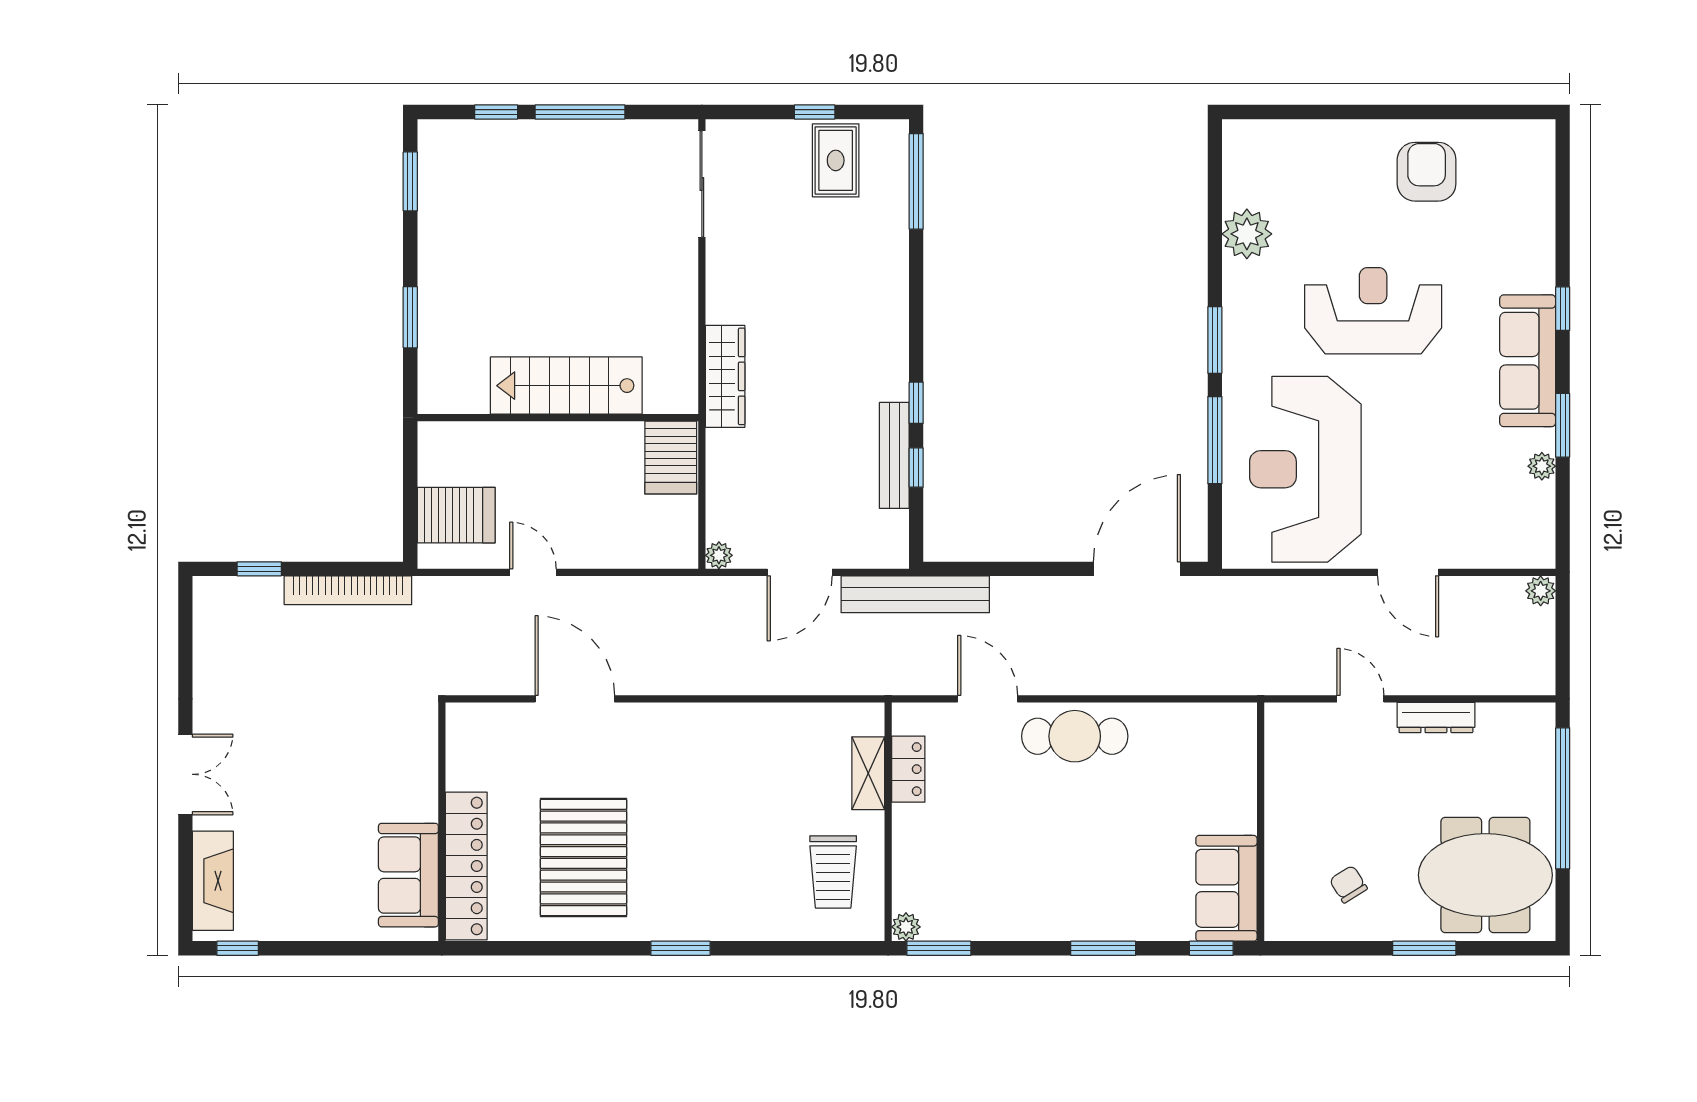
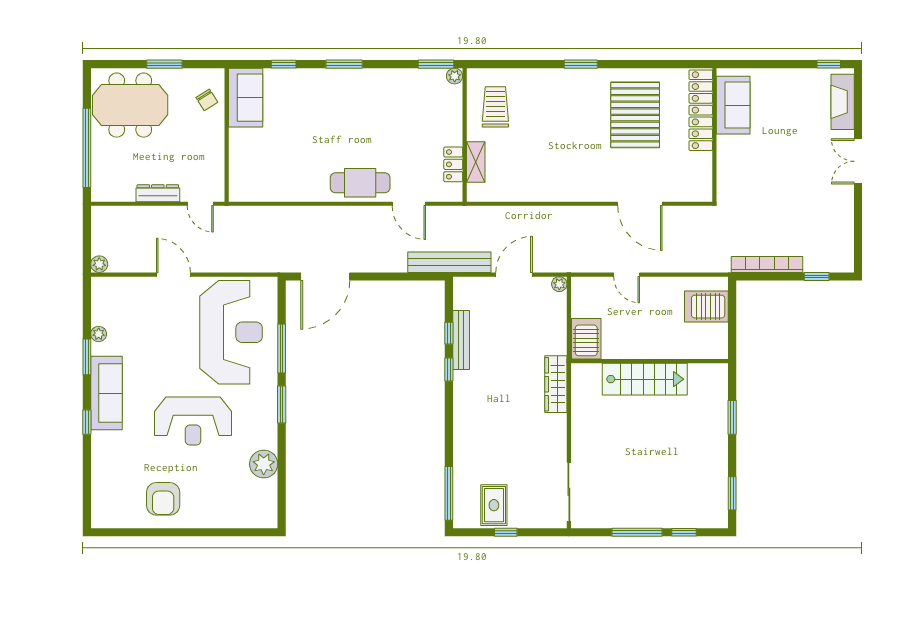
door: (533, 572) -> (627, 275), moved
wall: (1261, 822) -> (227, 135), moved
sofa: (1226, 888) -> (246, 98), moved

